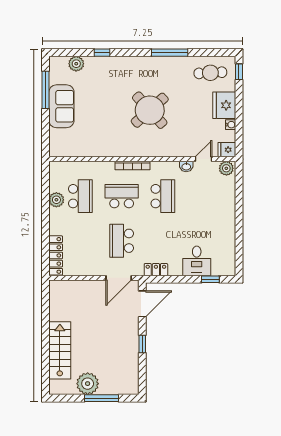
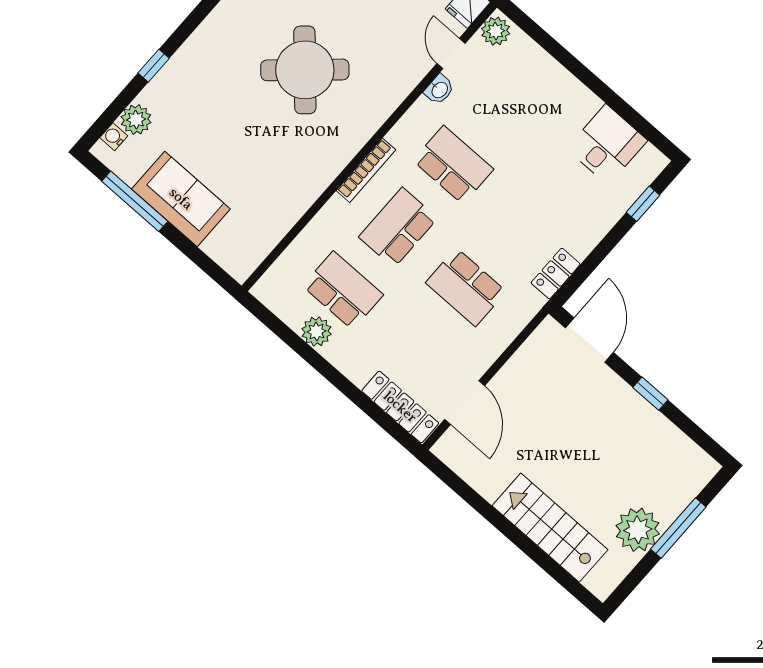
water cooler: (63, 61) -> (114, 137), added
desk: (197, 261) -> (607, 144), moved, turned -90
door: (119, 278) -> (465, 402), moved

